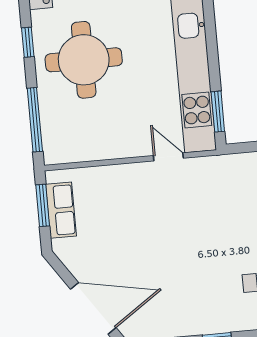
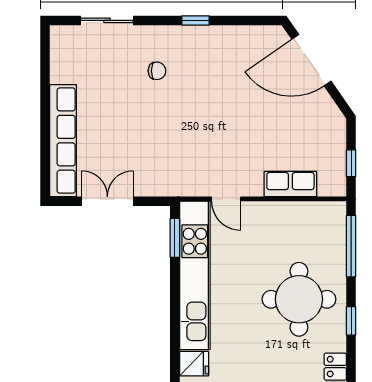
window: (43, 205) -> (351, 163), width x0.67
row of seats: (61, 210) -> (290, 184), moved, turned 90

